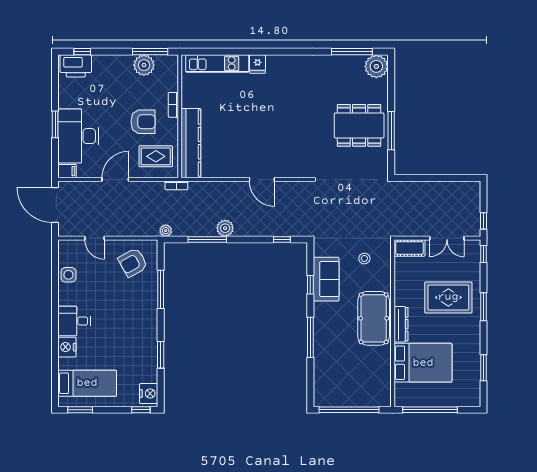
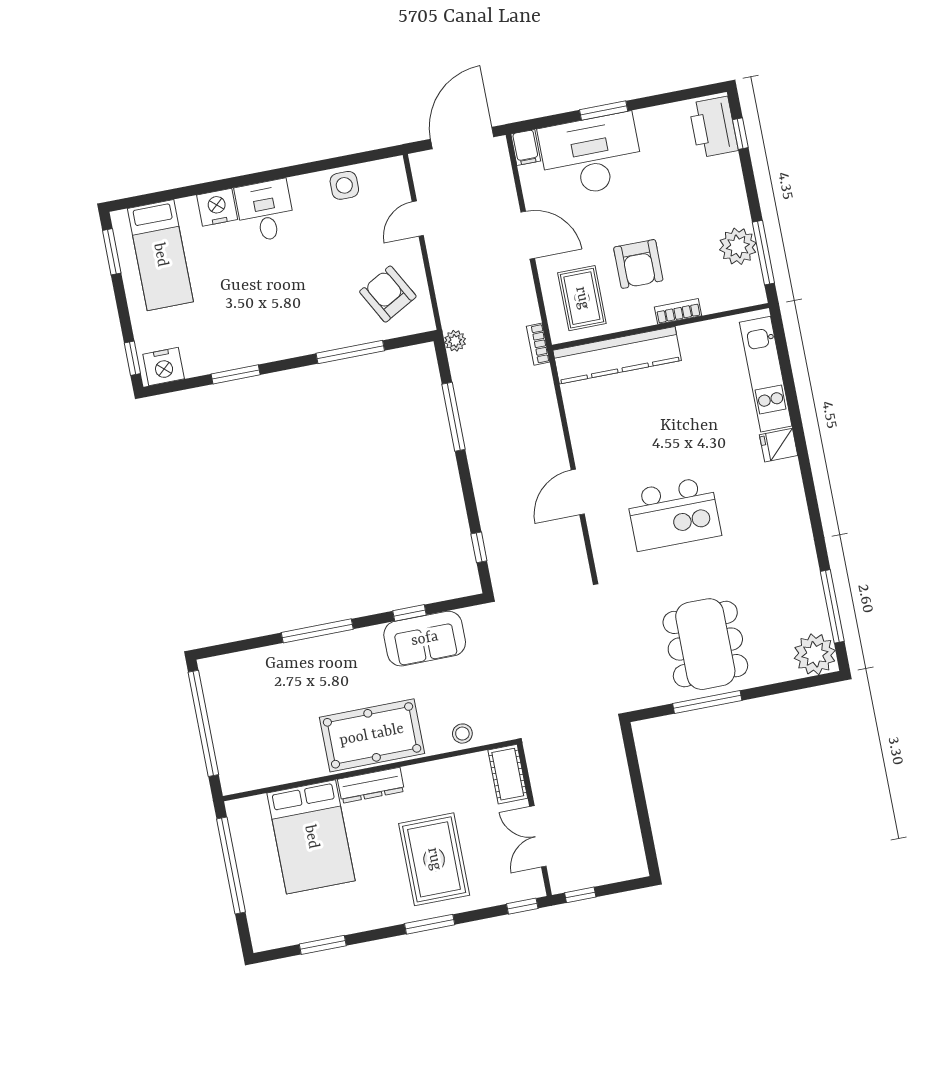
kitchen island: (284, 129) -> (674, 514), added
plant: (225, 228) -> (479, 444), removed
stool: (364, 258) -> (462, 734), moved

